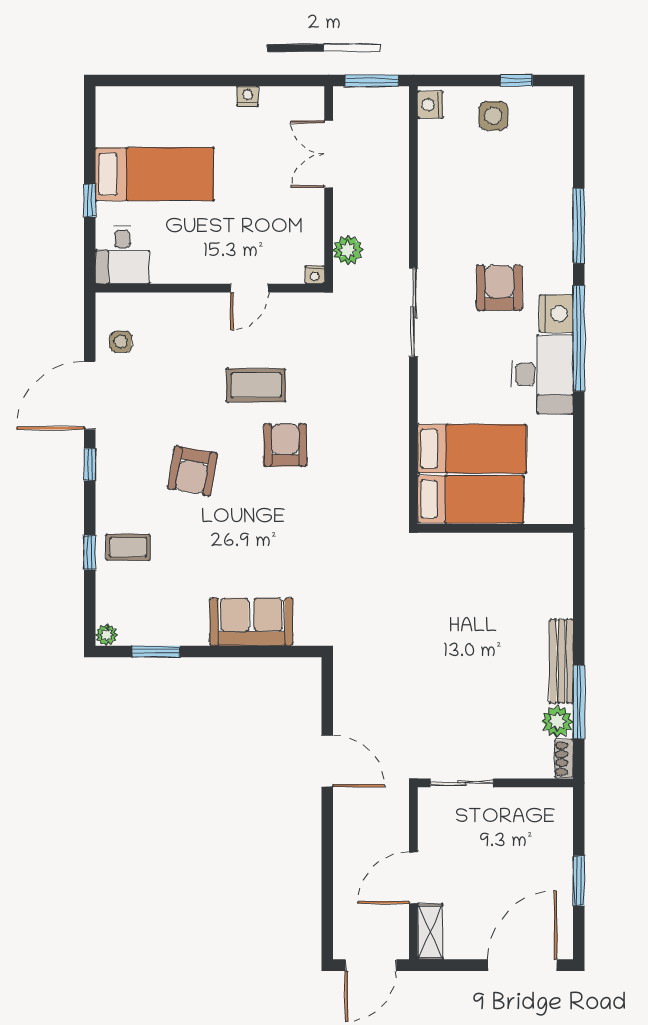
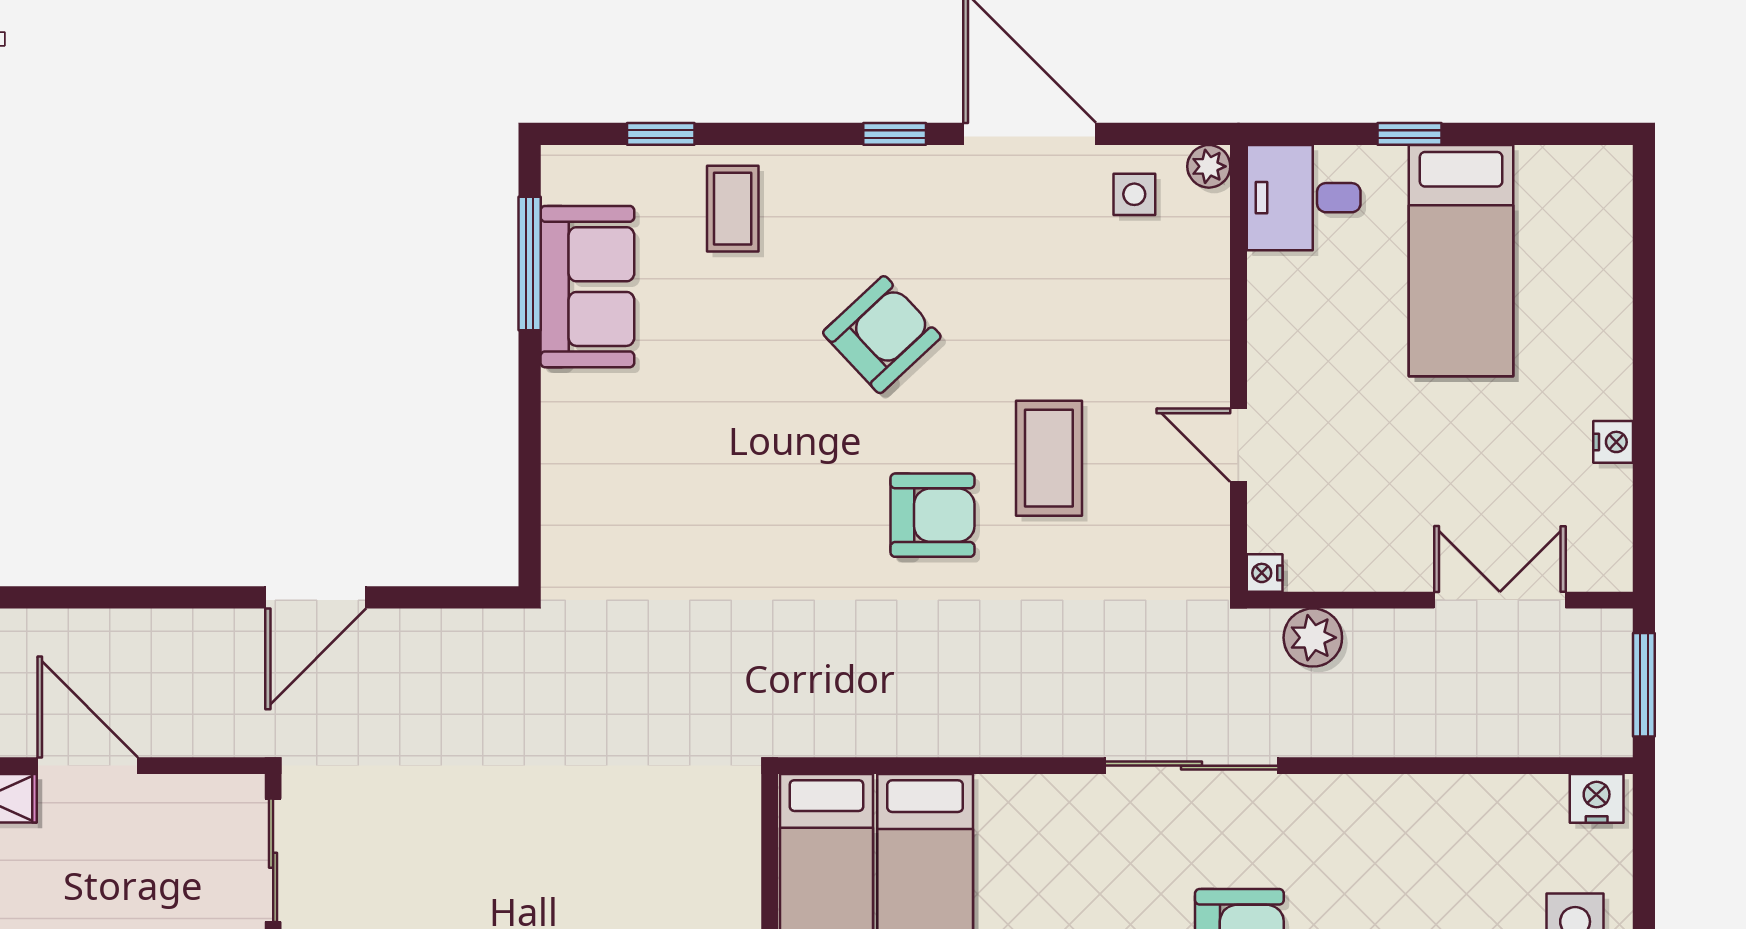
armchair: (193, 471) -> (882, 335), turned 127
window: (90, 553) -> (661, 134), moved
sofa: (251, 622) -> (587, 287), moved
plant: (106, 635) -> (1209, 166), moved
window: (156, 651) -> (530, 264), width x1.44

